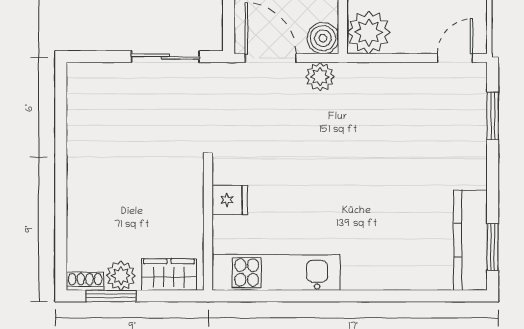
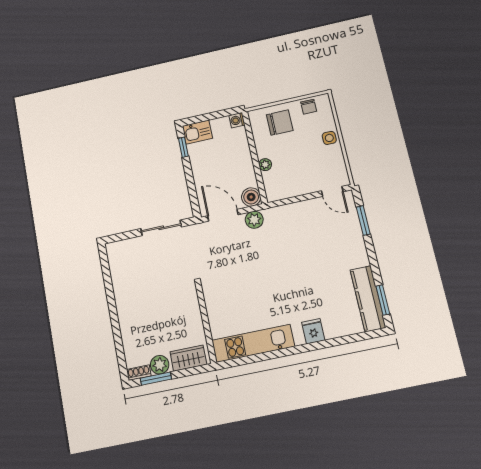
plant: (369, 32) -> (277, 188), removed
door: (455, 58) -> (332, 191), swing flipped
fridge: (230, 200) -> (313, 331), moved, turned -90

